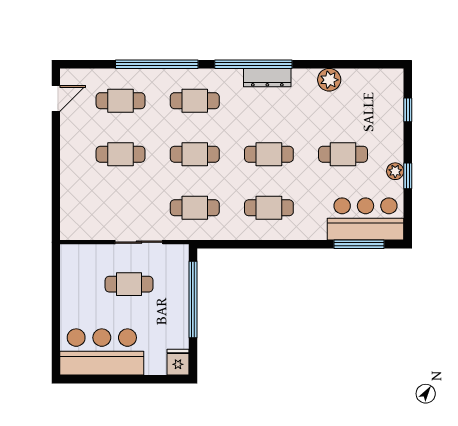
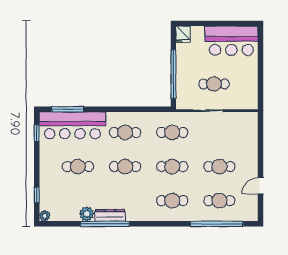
window: (157, 64) -> (217, 224), moved
window: (253, 64) -> (105, 224), moved
dresser: (267, 78) -> (110, 215), moved
door: (56, 98) -> (261, 186), moved
plant: (395, 171) -> (45, 216), moved
window: (408, 176) -> (37, 133), moved
bar counter: (366, 219) -> (72, 125), width x1.36

